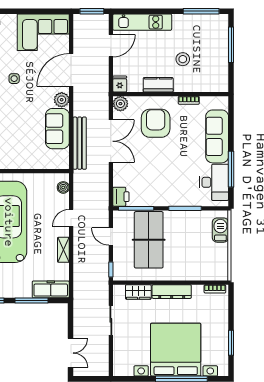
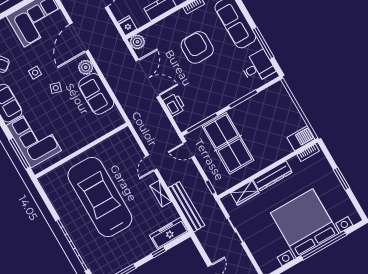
side table: (25, 103) -> (56, 88), added
armchair: (156, 123) -> (197, 47), moved
bench: (80, 143) -> (186, 207), moved
desk: (214, 182) -> (258, 67), width x0.73
boiler: (63, 187) -> (130, 141), removed
printer: (121, 197) -> (174, 105), moved
barbecue: (220, 230) -> (301, 138), moved, turned 90
door: (111, 237) -> (189, 149), moved
window: (32, 301) -> (158, 252), width x0.46
window: (231, 343) -> (341, 179), moved

